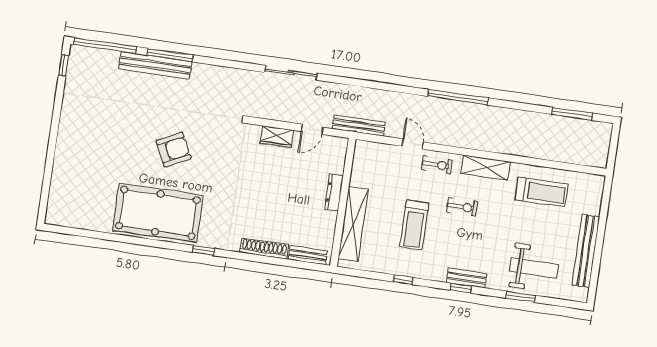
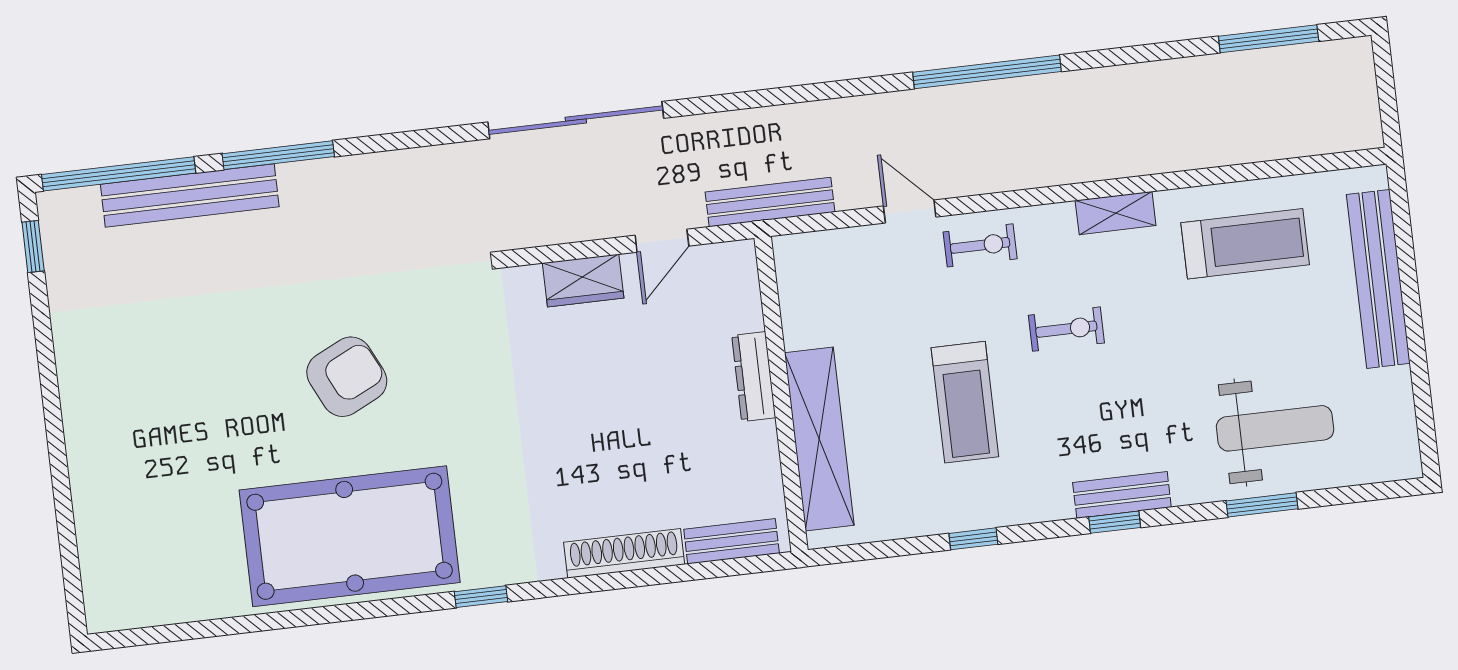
bench: (155, 65) -> (190, 196), moved
sliding door: (291, 73) -> (576, 120), width x1.36
shelving: (486, 168) -> (1116, 213), width x0.67, depth x0.75
bench: (586, 251) -> (1378, 279), moved

